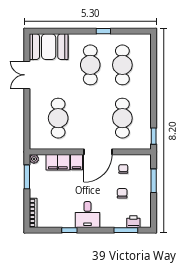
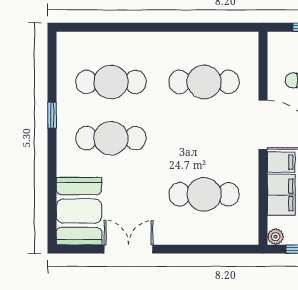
double door: (27, 75) -> (129, 249), swing flipped
window: (154, 136) -> (236, 27), removed

